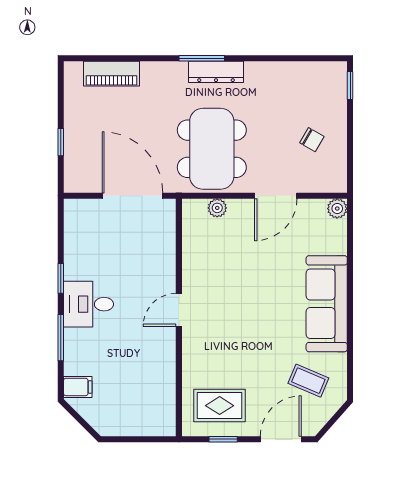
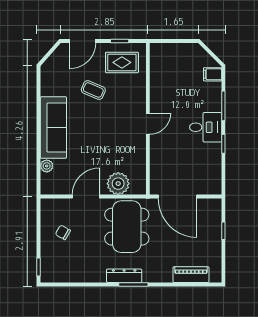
plant: (217, 208) -> (118, 184), width x1.88, depth x1.88
plant: (337, 209) -> (47, 166), moved
coffee table: (308, 381) -> (93, 90), moved

